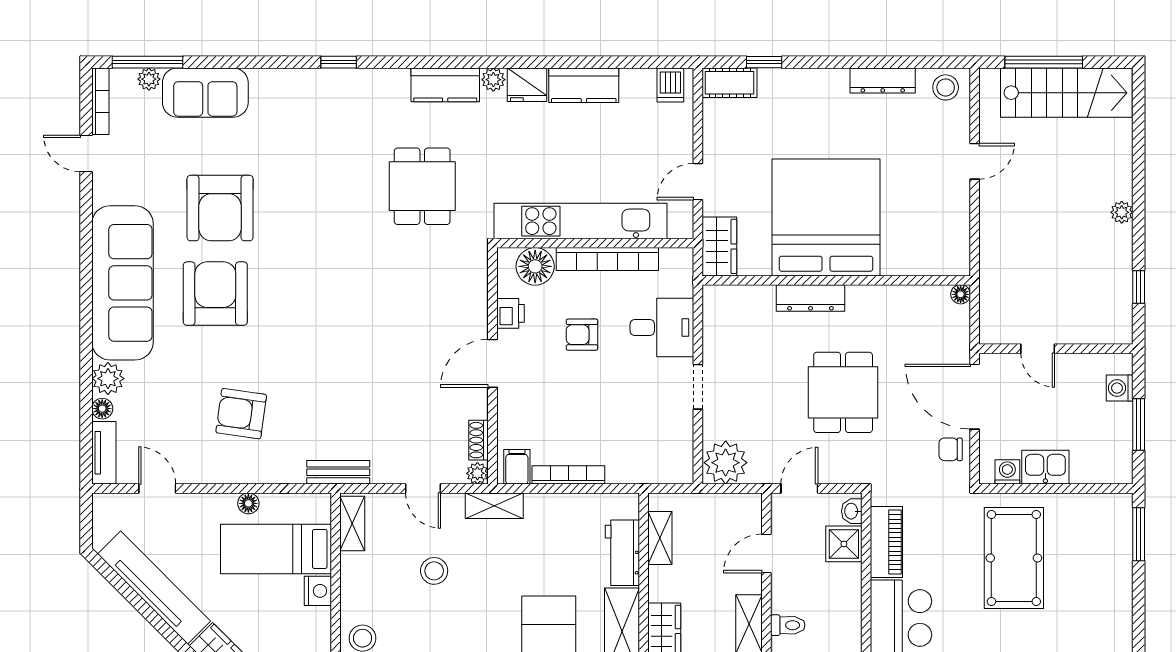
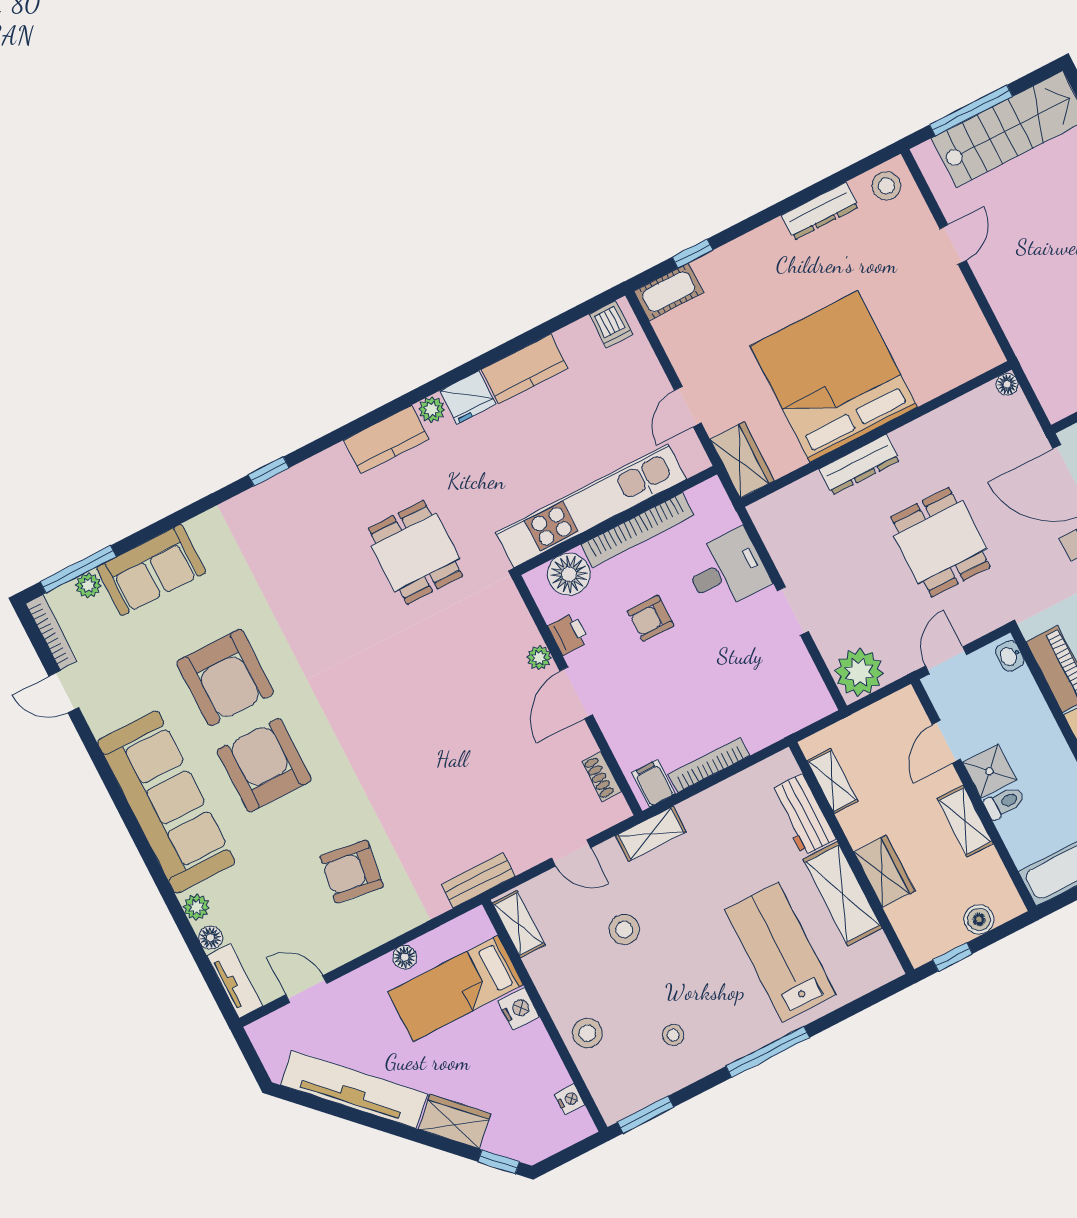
plant: (108, 379) -> (196, 907), width x0.73, depth x0.73
plant: (477, 473) -> (539, 658), moved
shower: (844, 544) -> (990, 771), moved

